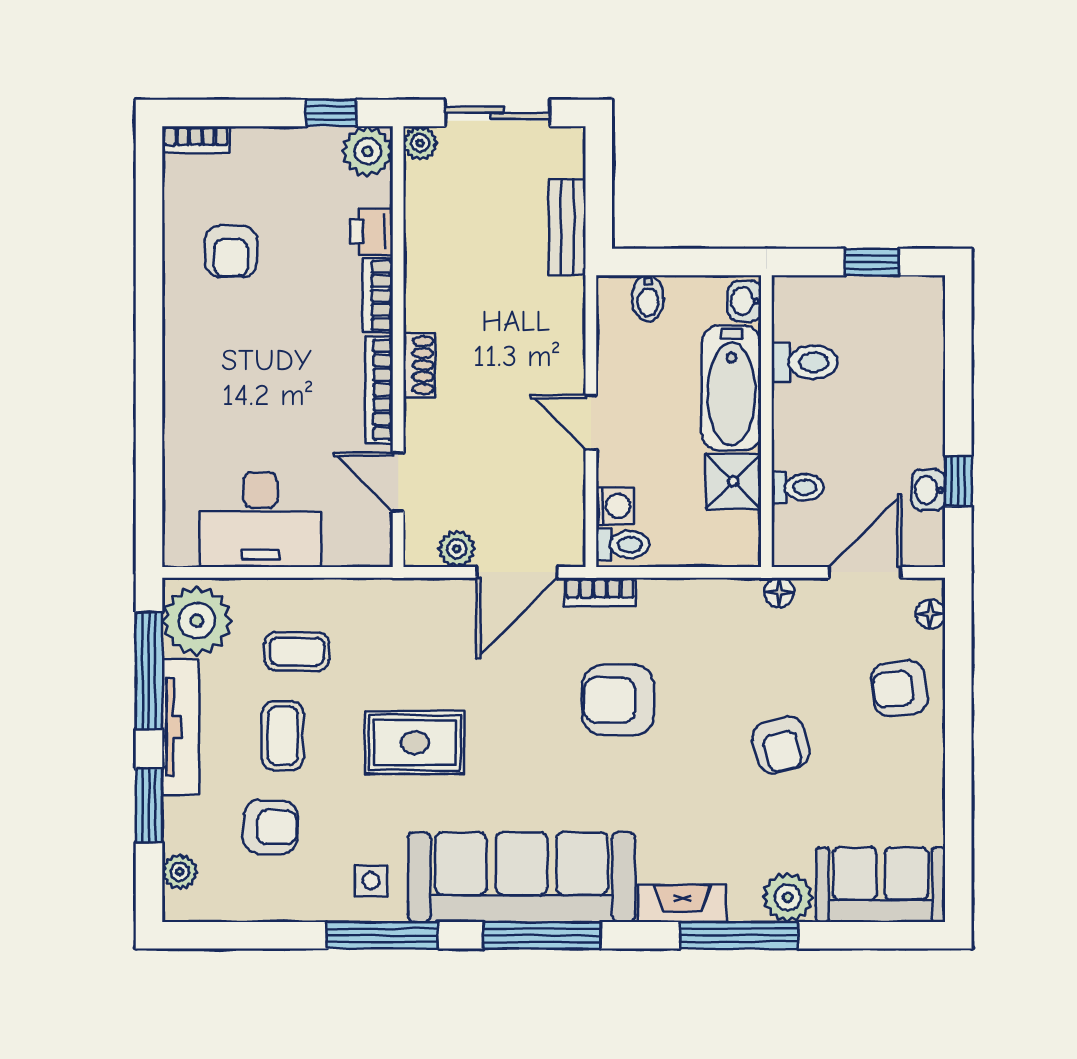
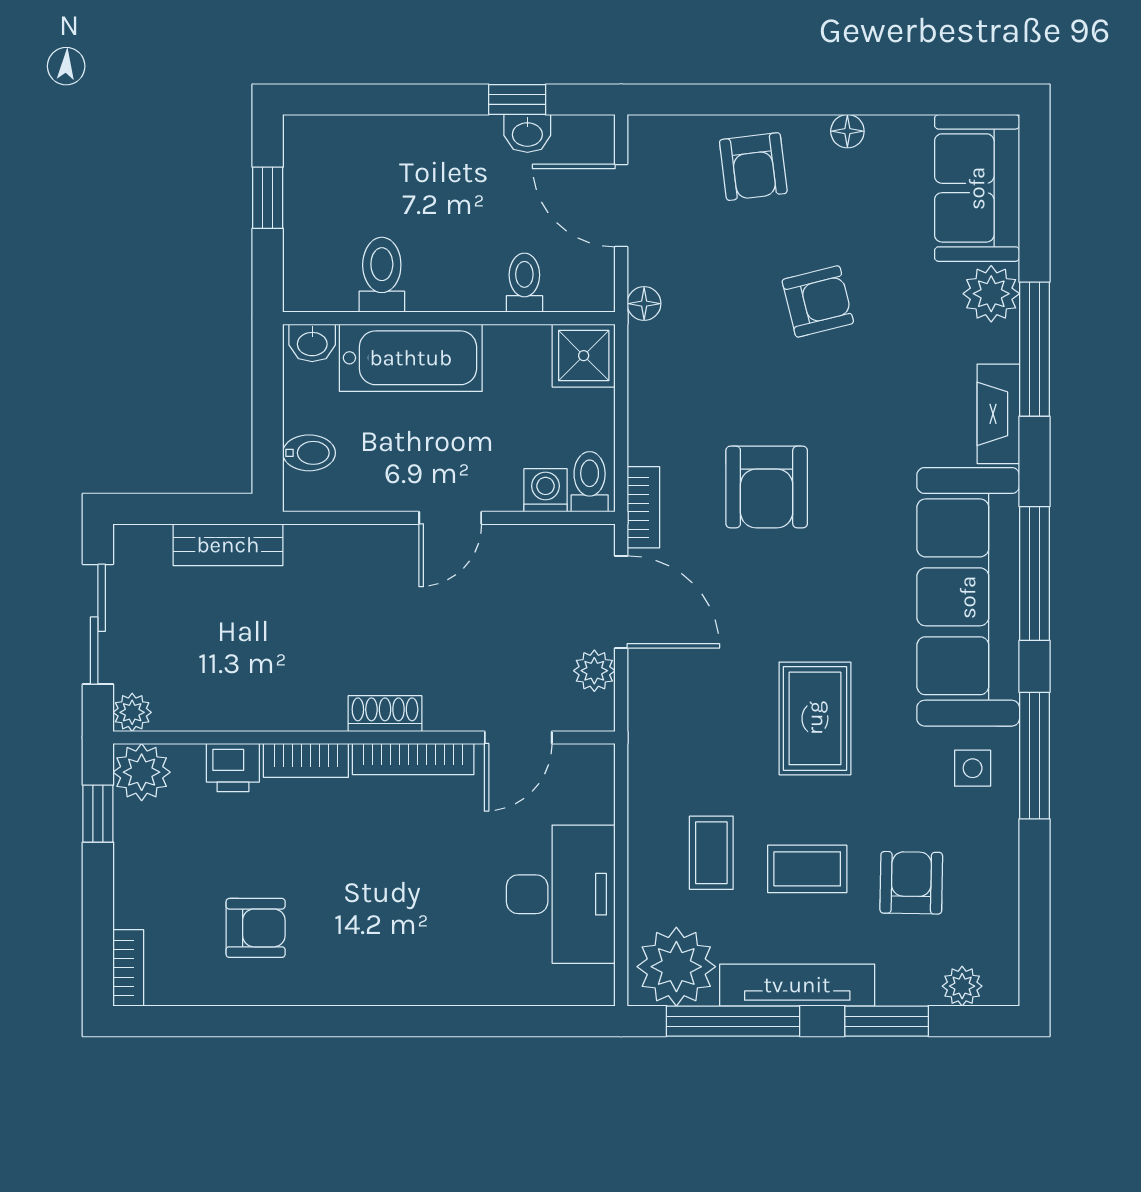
shower: (733, 481) -> (584, 356), moved
floor lamp: (930, 614) -> (847, 131), moved

